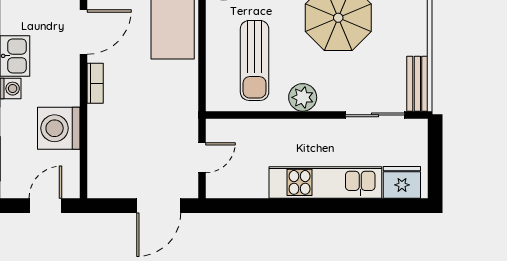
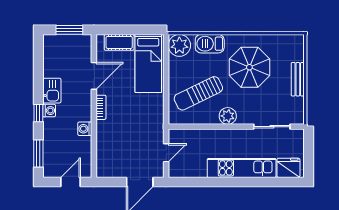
sun lounger: (255, 60) -> (198, 93), turned 64
bench: (417, 84) -> (298, 79), moved
washing machine: (59, 128) -> (85, 129), width x0.53, depth x0.53

